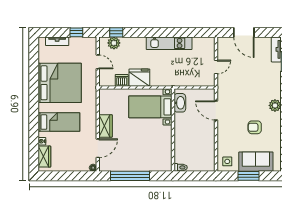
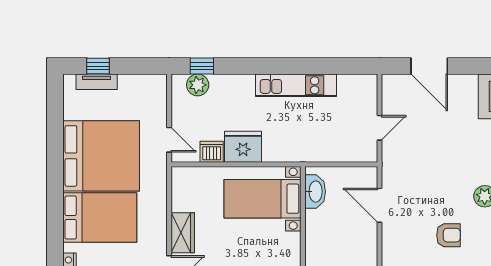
window: (76, 32) -> (98, 66), moved
door: (98, 62) -> (169, 140), moved
bed: (59, 122) -> (100, 218), width x1.50
armchair: (255, 127) -> (448, 235), turned 180

